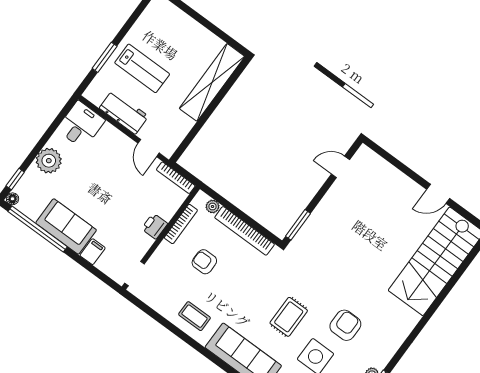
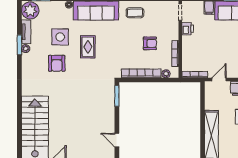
door: (149, 148) -> (219, 79), hinge flipped
door: (340, 167) -> (117, 140), swing flipped
printer: (155, 226) -> (188, 29), moved

